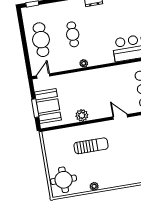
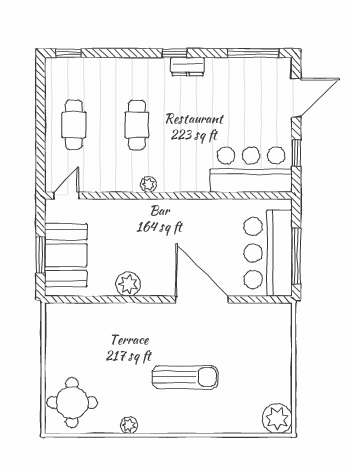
cafe table: (41, 40) -> (74, 125), width x0.73, depth x0.74
door: (120, 117) -> (202, 299), width x1.87
sun lounger: (91, 146) -> (185, 377), moved

